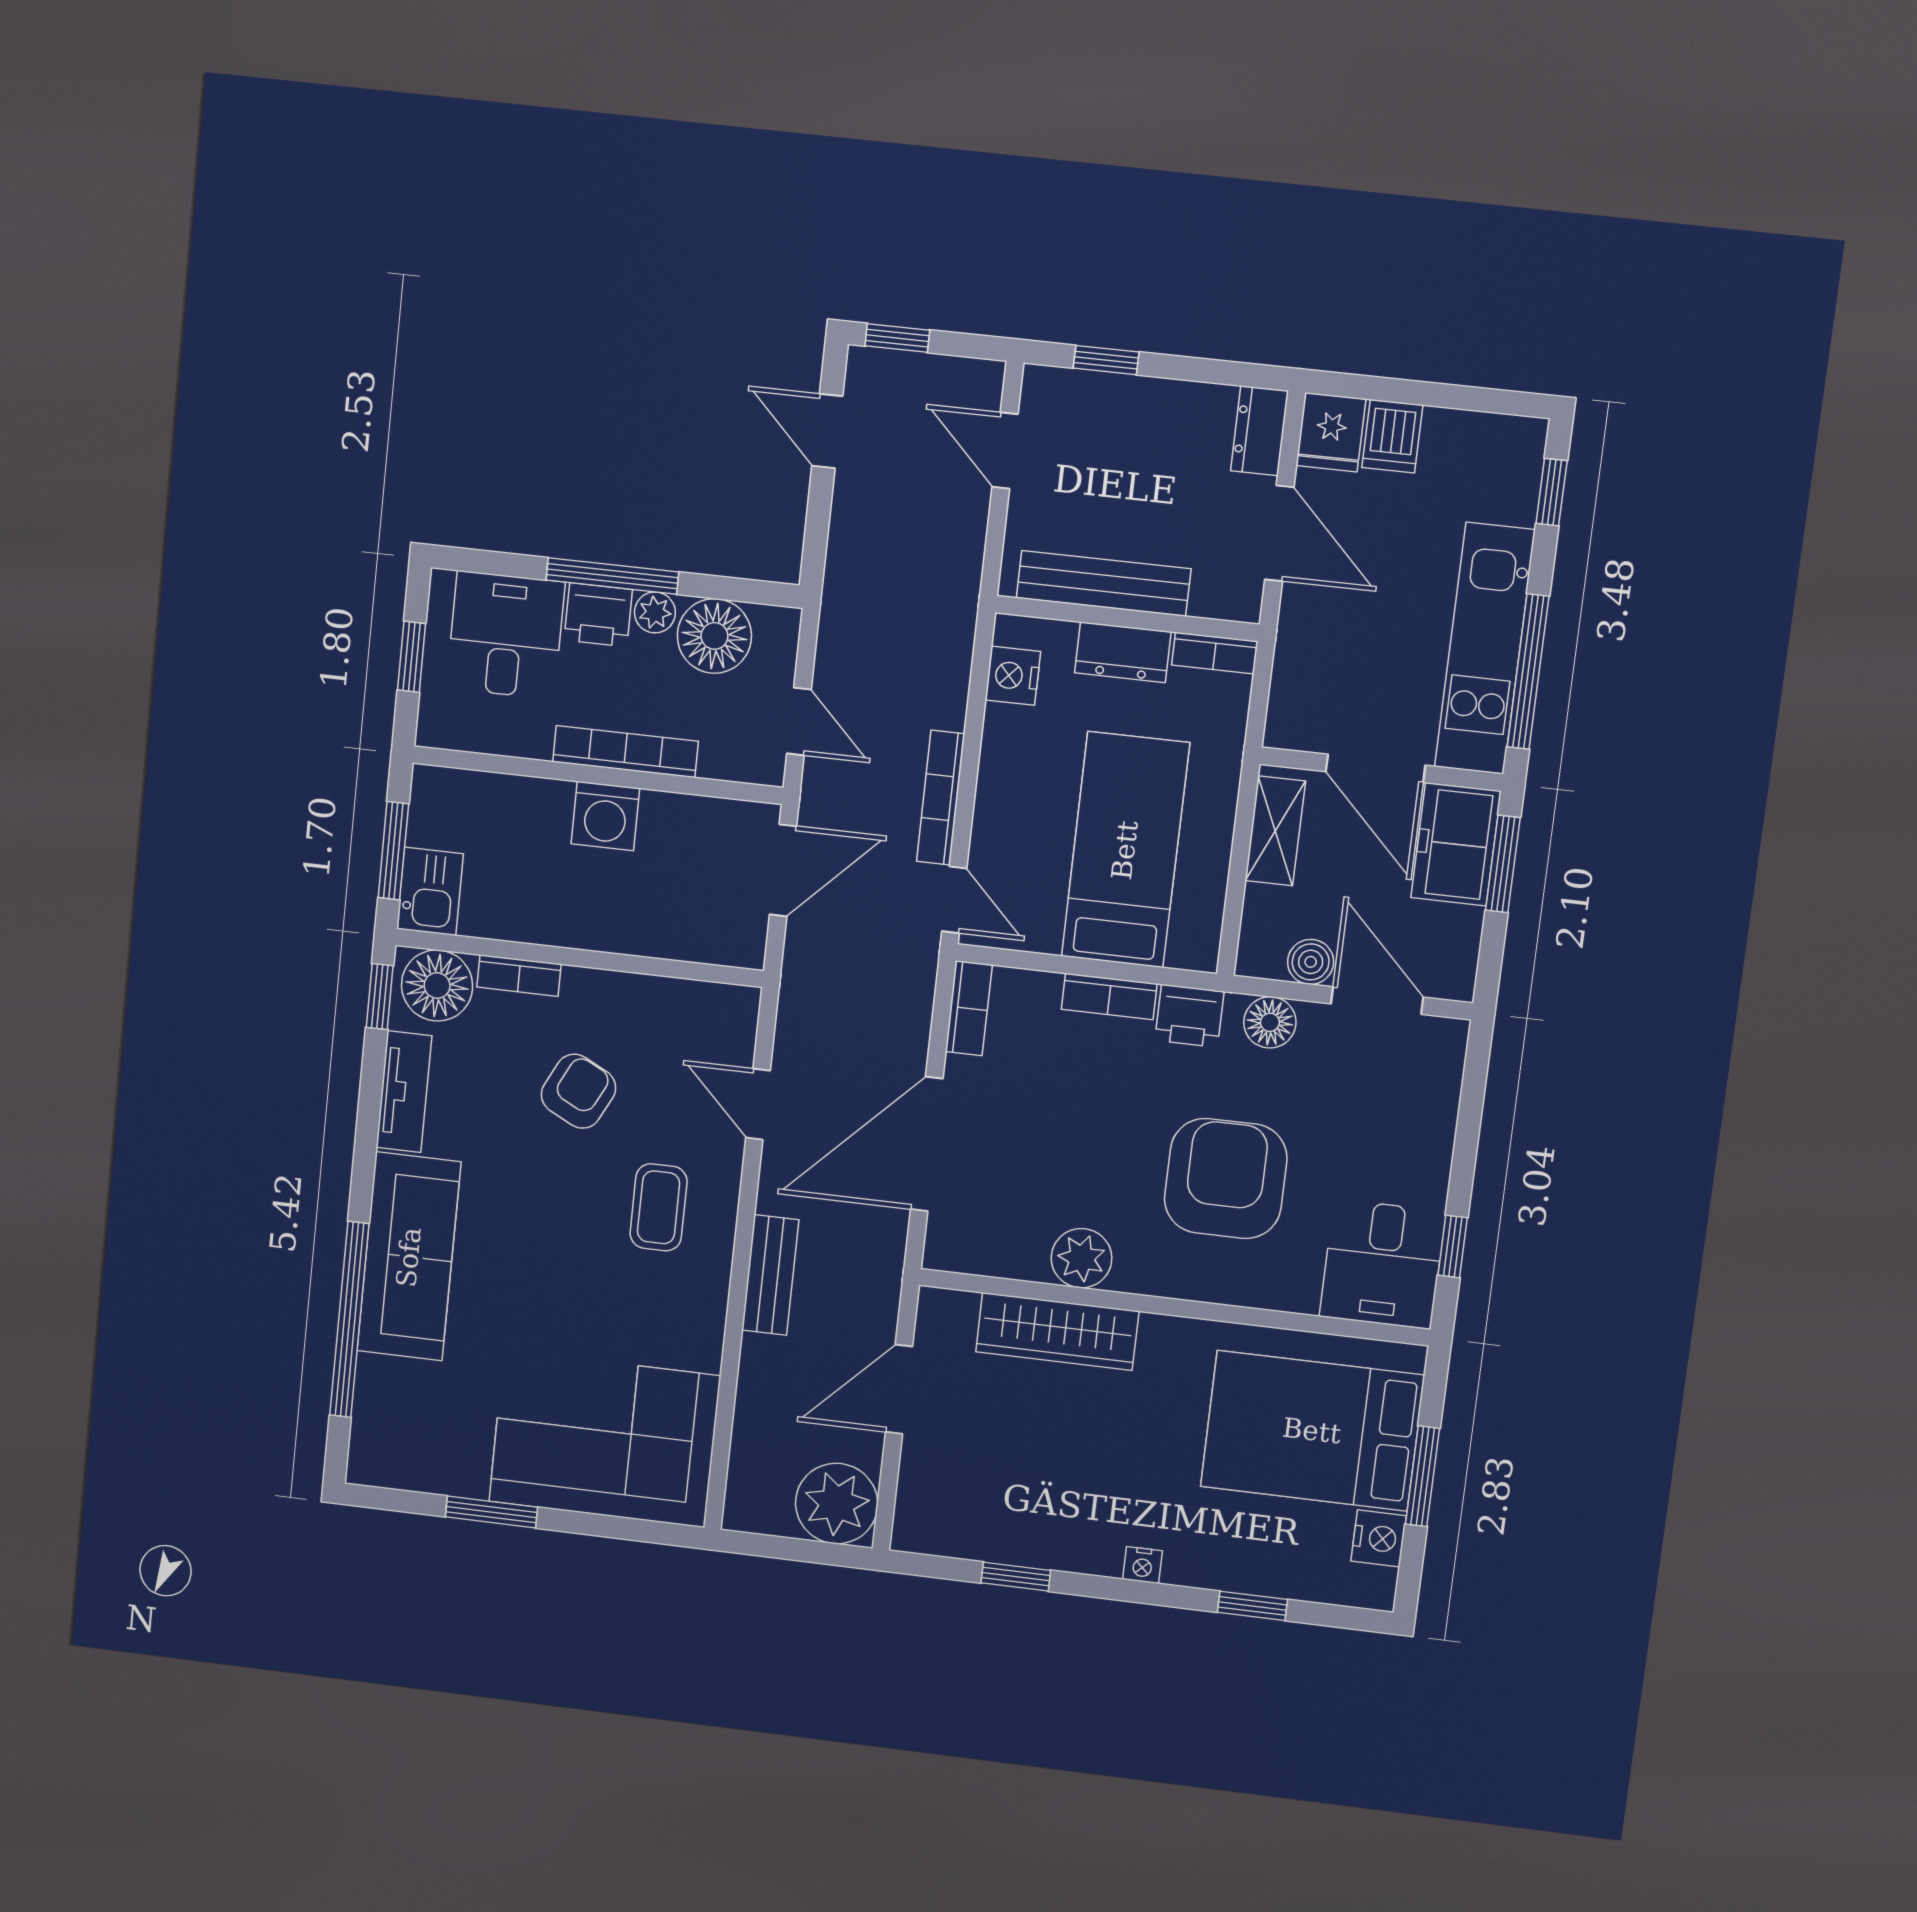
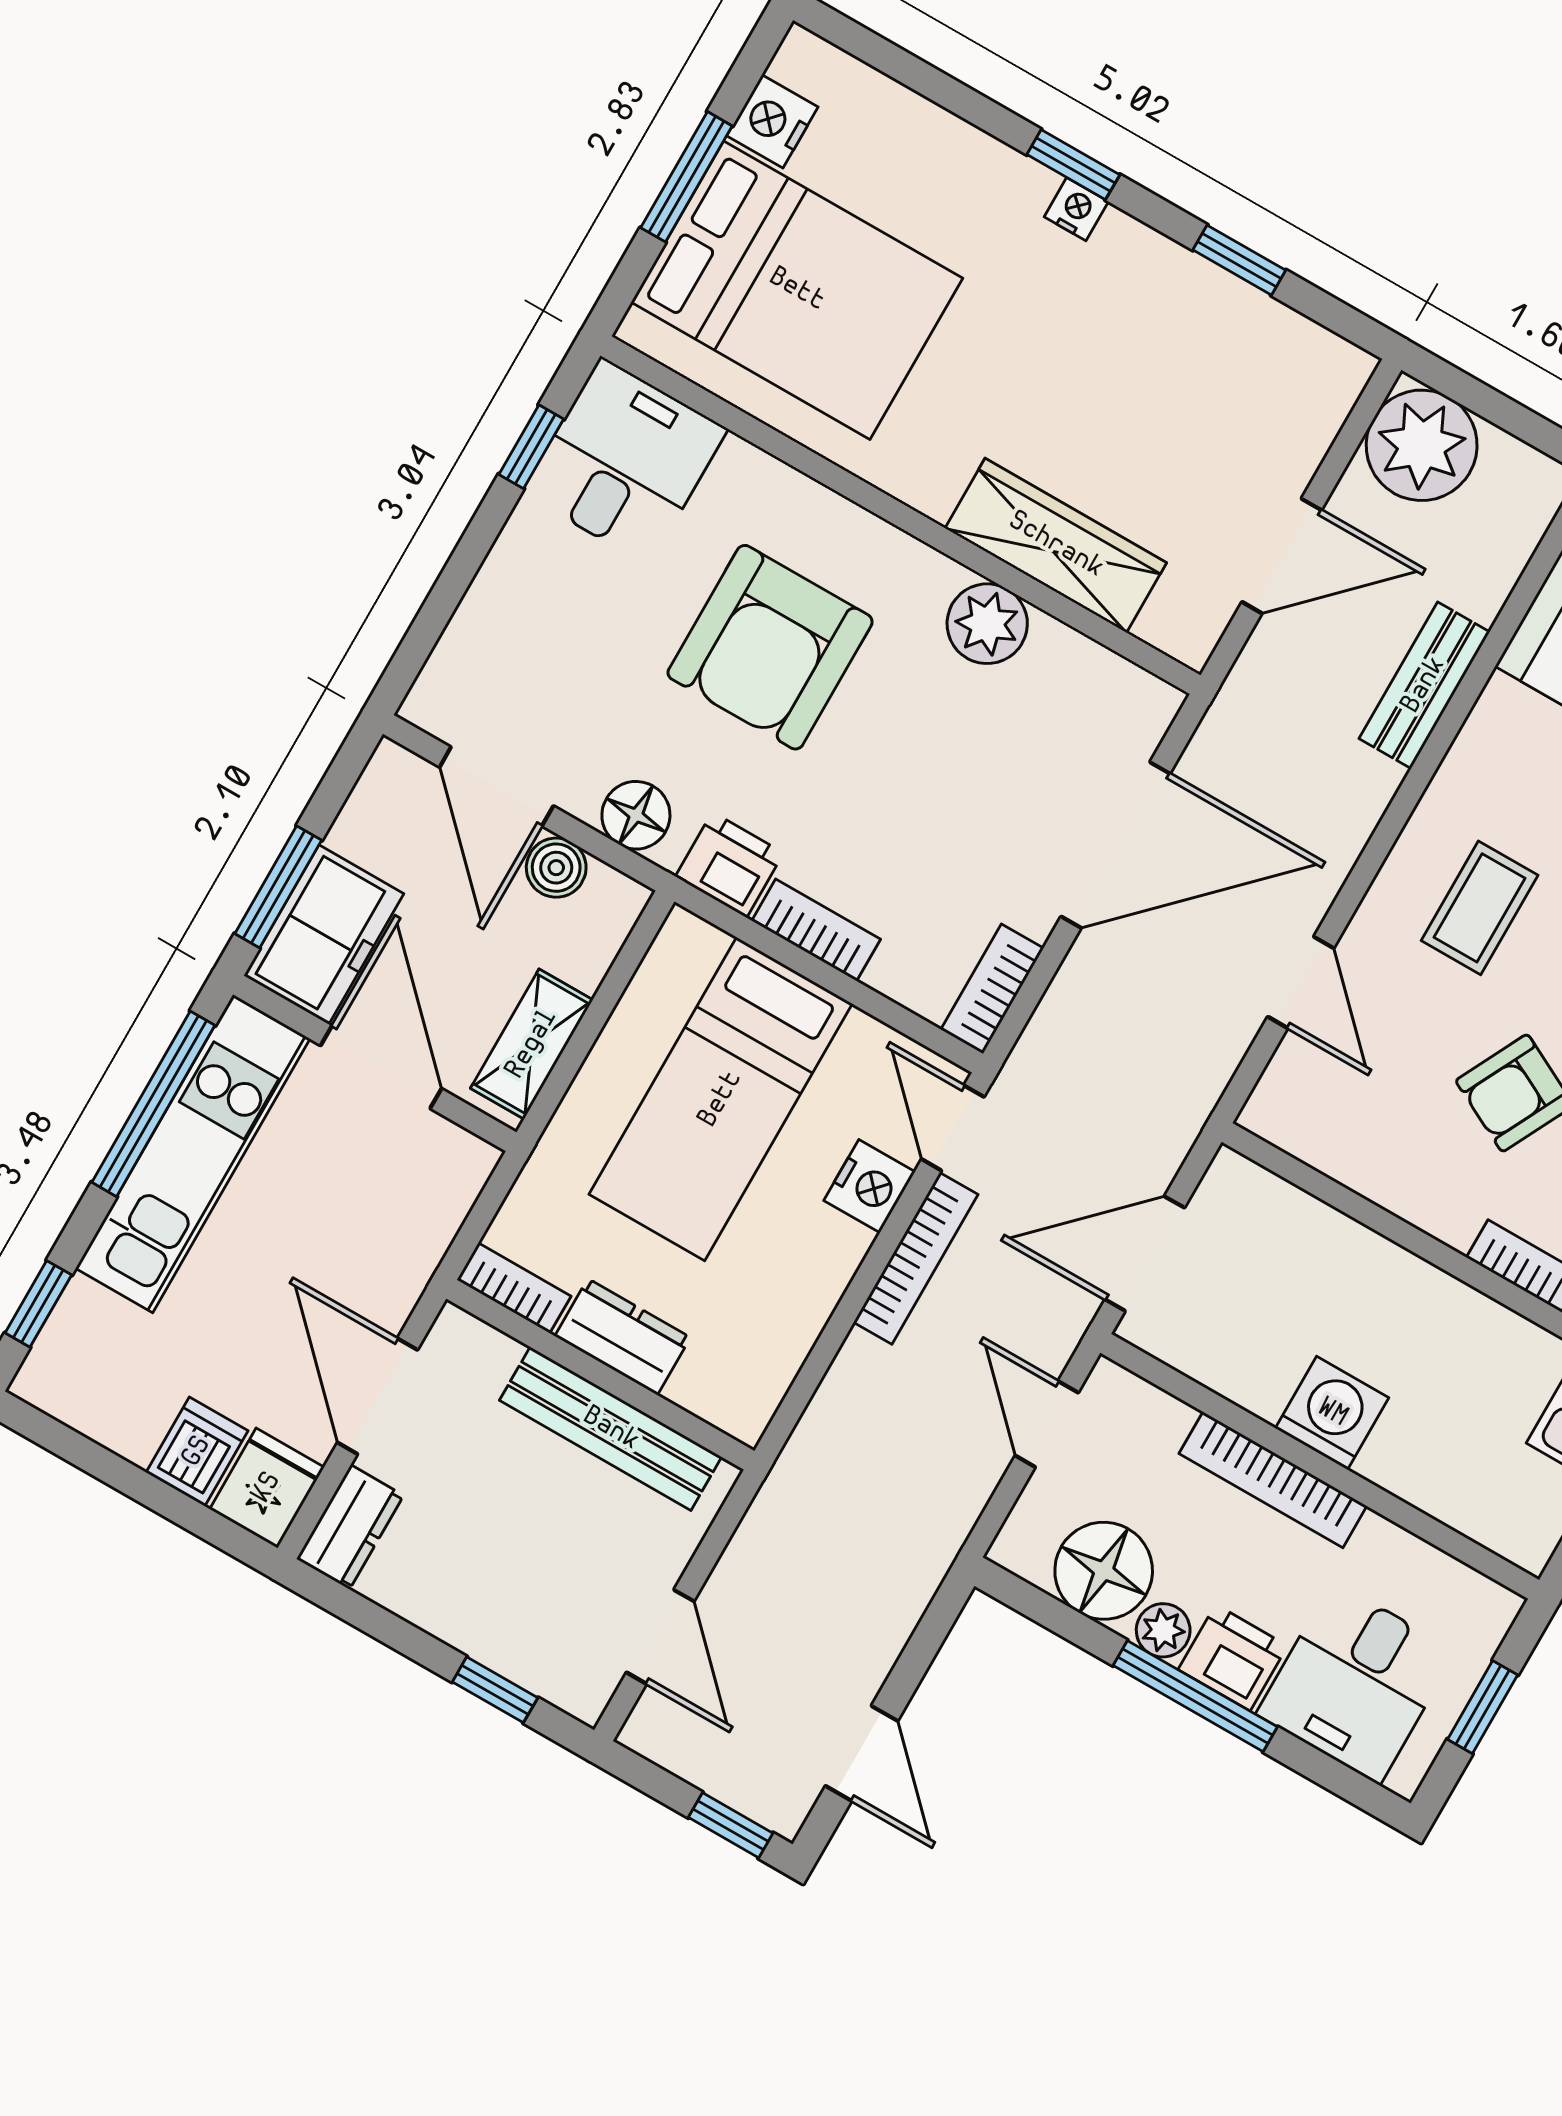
nightstand: (1013, 676) -> (869, 1186), moved
bench: (770, 1275) -> (1424, 685), moved
window: (1252, 1606) -> (1073, 165), moved

